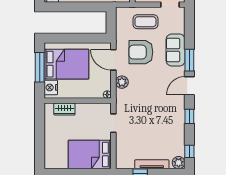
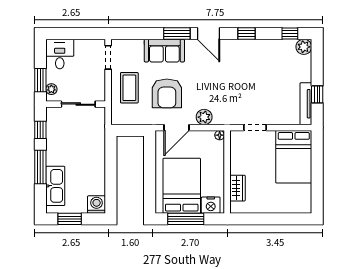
tv unit: (152, 164) -> (306, 104), moved

